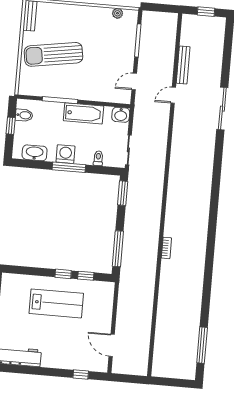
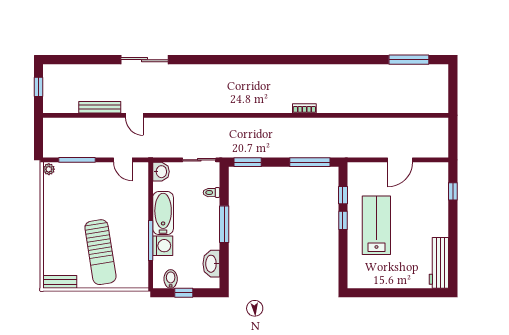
plant: (117, 13) -> (49, 169), moved
washing machine: (66, 154) -> (163, 246), moved, turned 180
door: (112, 345) -> (400, 160), moved

